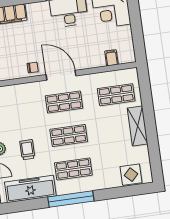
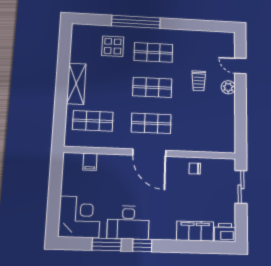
chair: (33, 67) -> (195, 169), moved
display table: (131, 175) -> (113, 46), moved
freezer: (30, 189) -> (202, 41), removed
window: (71, 199) -> (136, 22), moved

